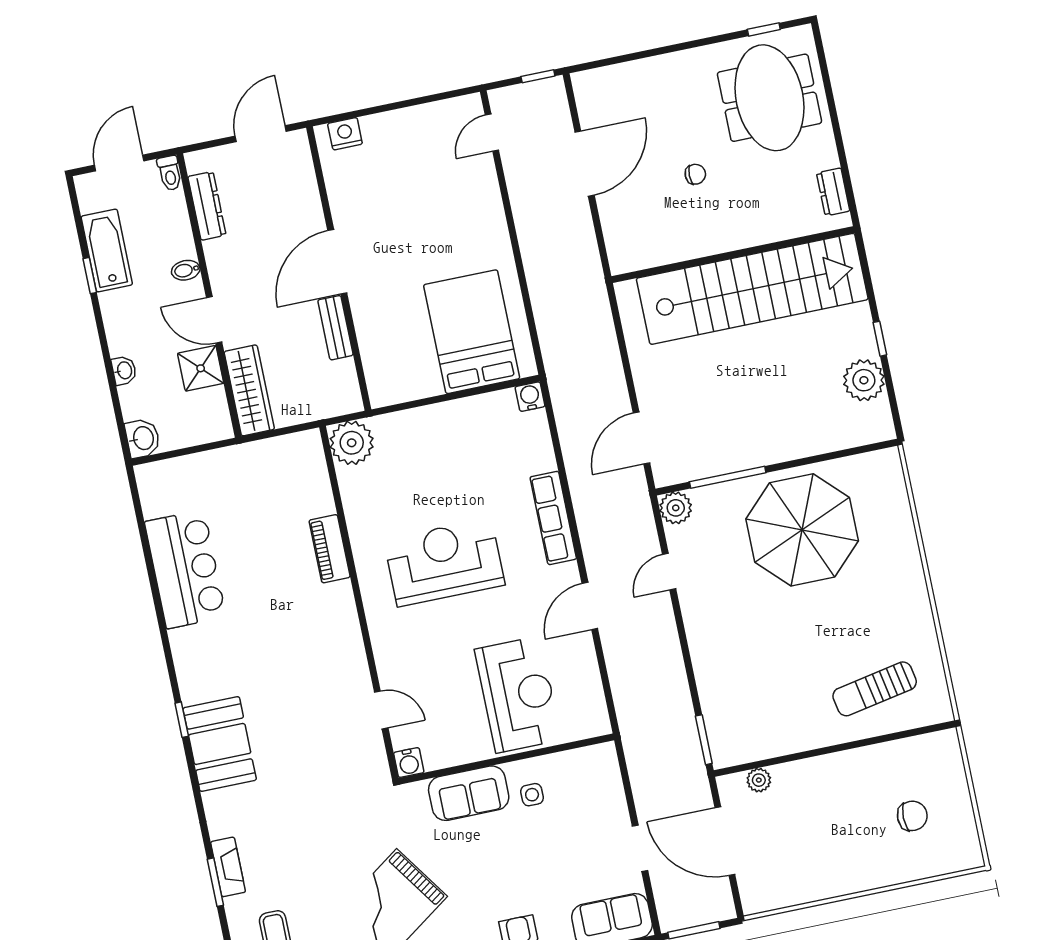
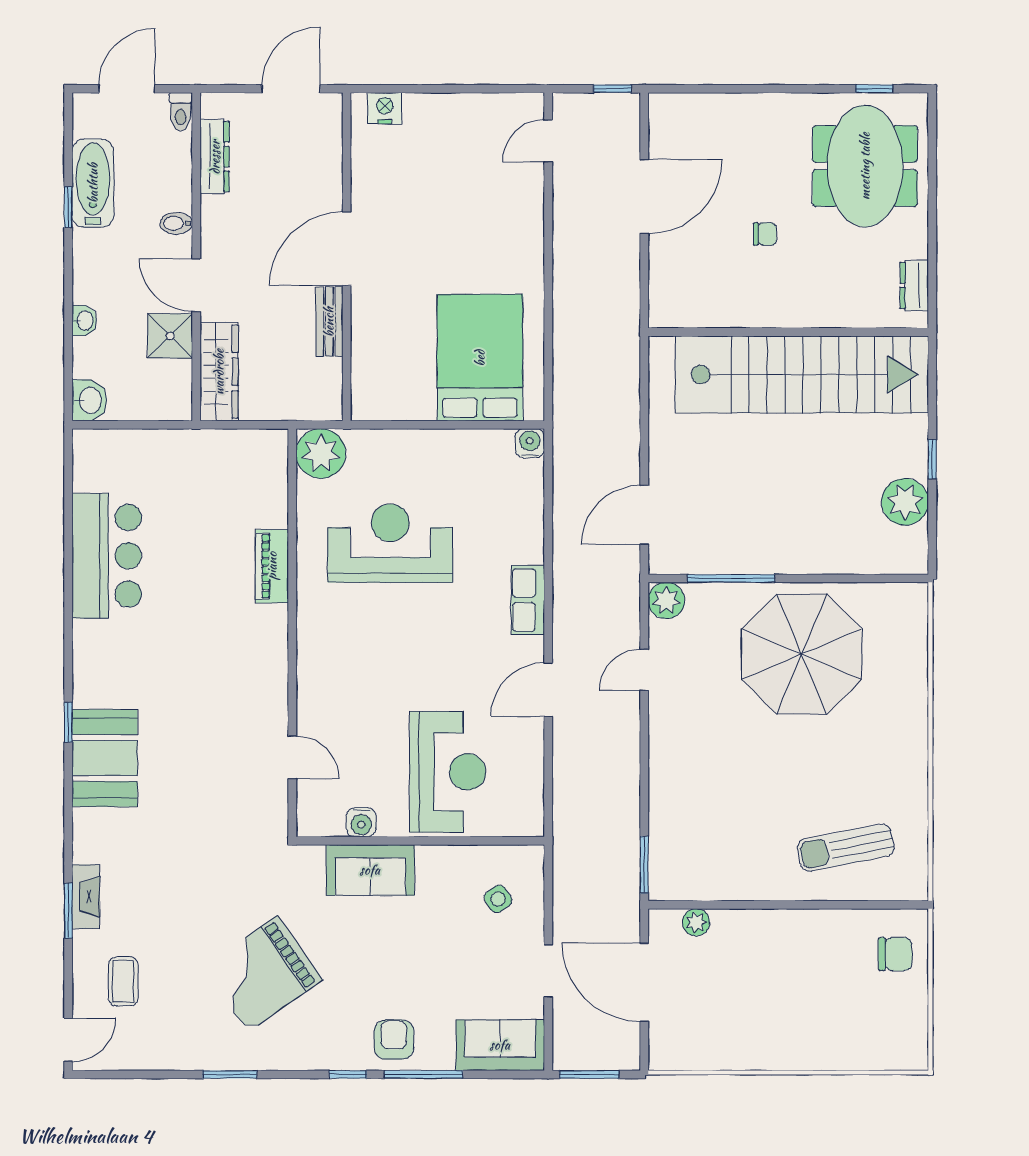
row of seats: (553, 518) -> (528, 600), width x0.68
reception desk: (444, 562) -> (390, 543), moved
water cooler: (409, 763) -> (361, 822), moved
side table: (532, 795) -> (498, 899), moved, turned -35
chair: (912, 816) -> (895, 954), moved

